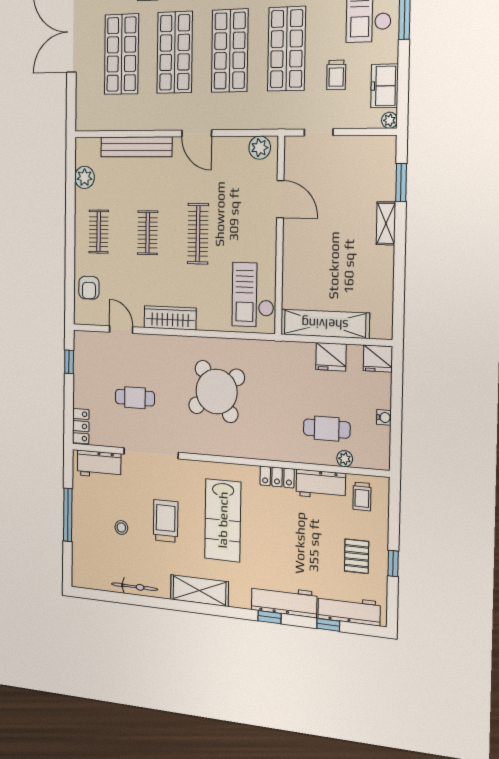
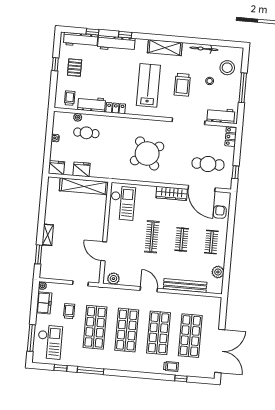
door: (121, 330) -> (202, 188), width x1.87
cafe table: (135, 398) -> (208, 164), moved, width x1.37, depth x1.35
stool: (95, 551) -> (227, 68), added

